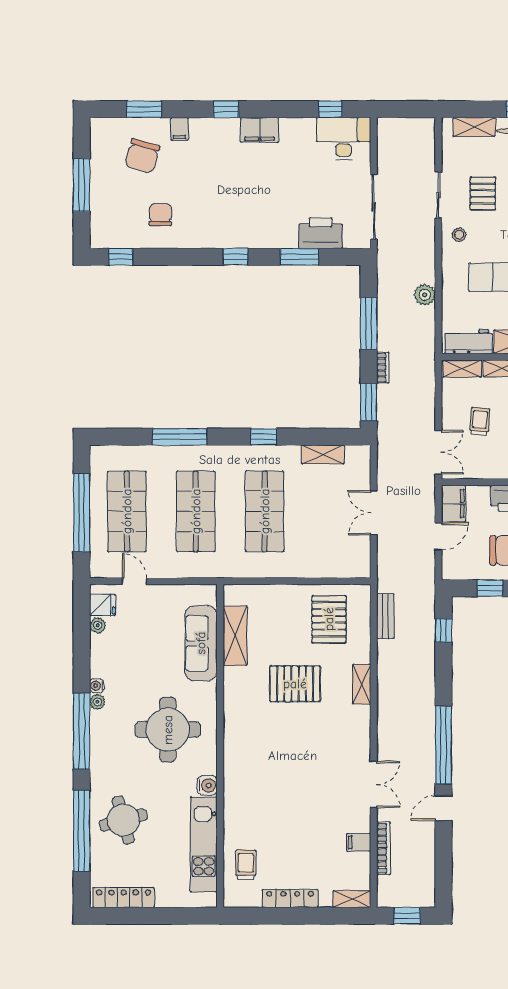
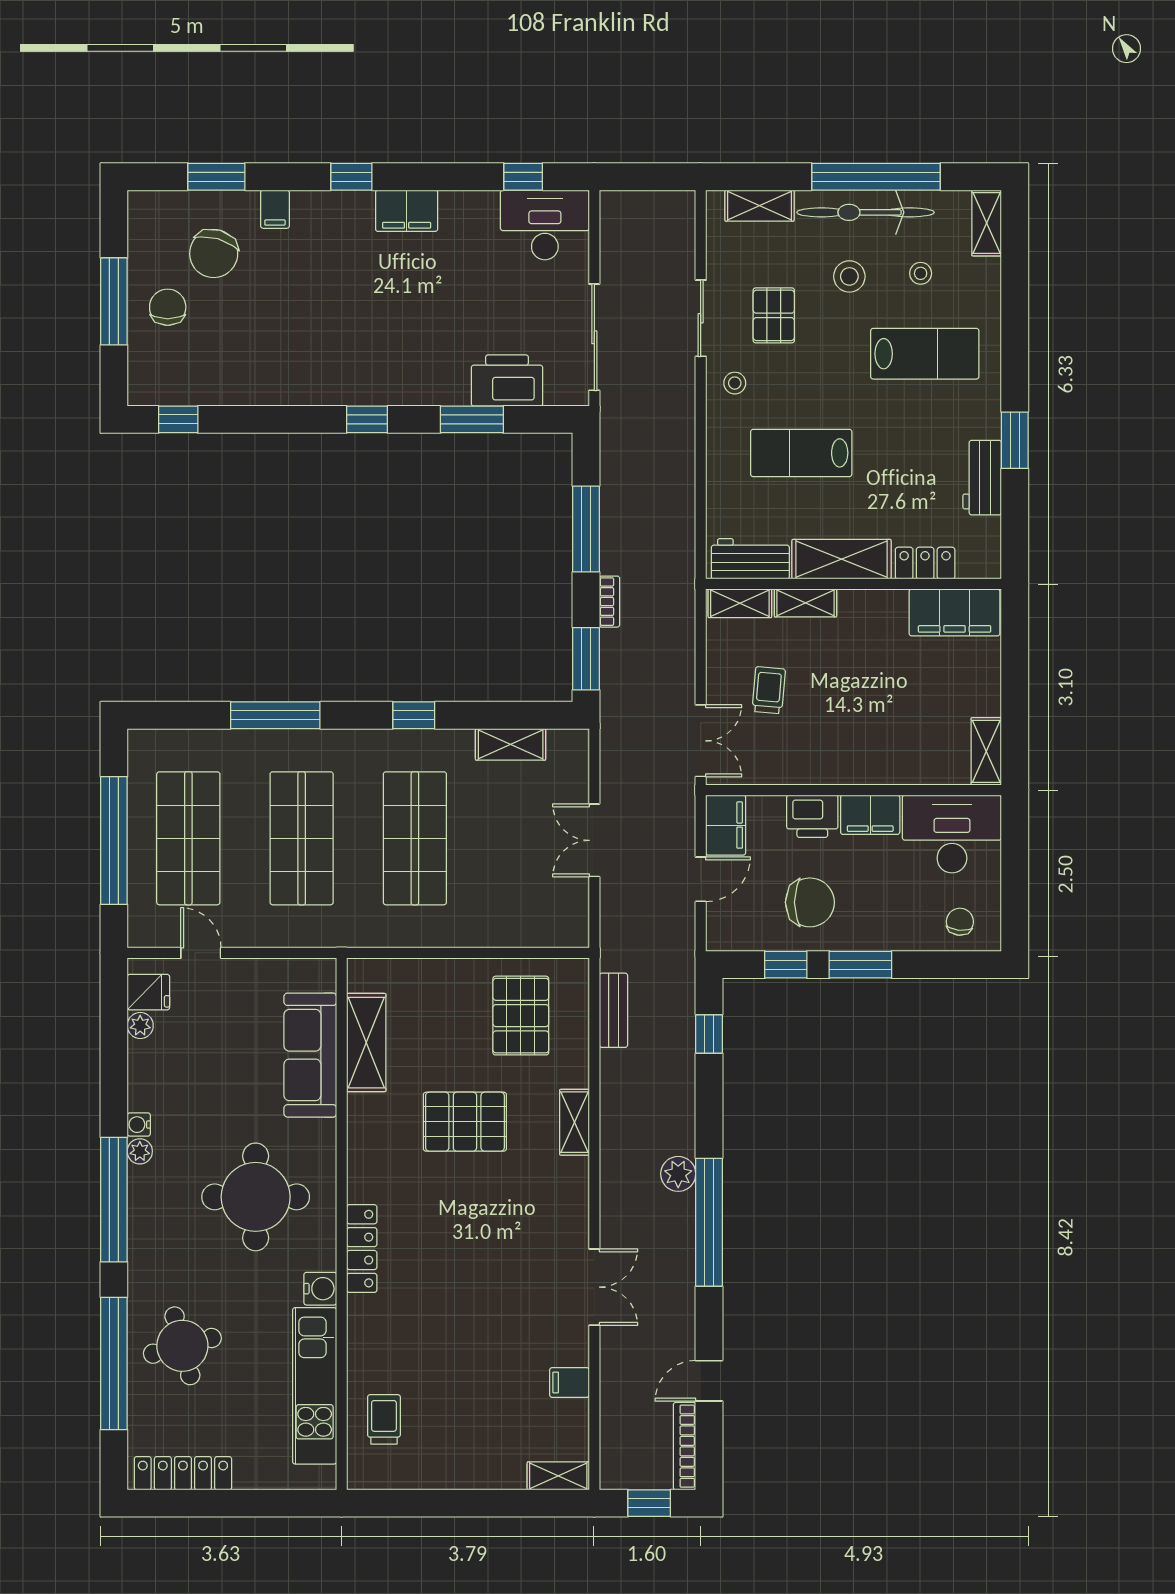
chair: (160, 215) -> (168, 307), moved
plant: (425, 295) -> (678, 1174), moved
door: (443, 808) -> (709, 1381), moved
bookcase: (384, 848) -> (684, 1446), moved, turned 180
locker: (290, 898) -> (362, 1249), moved, turned 90

